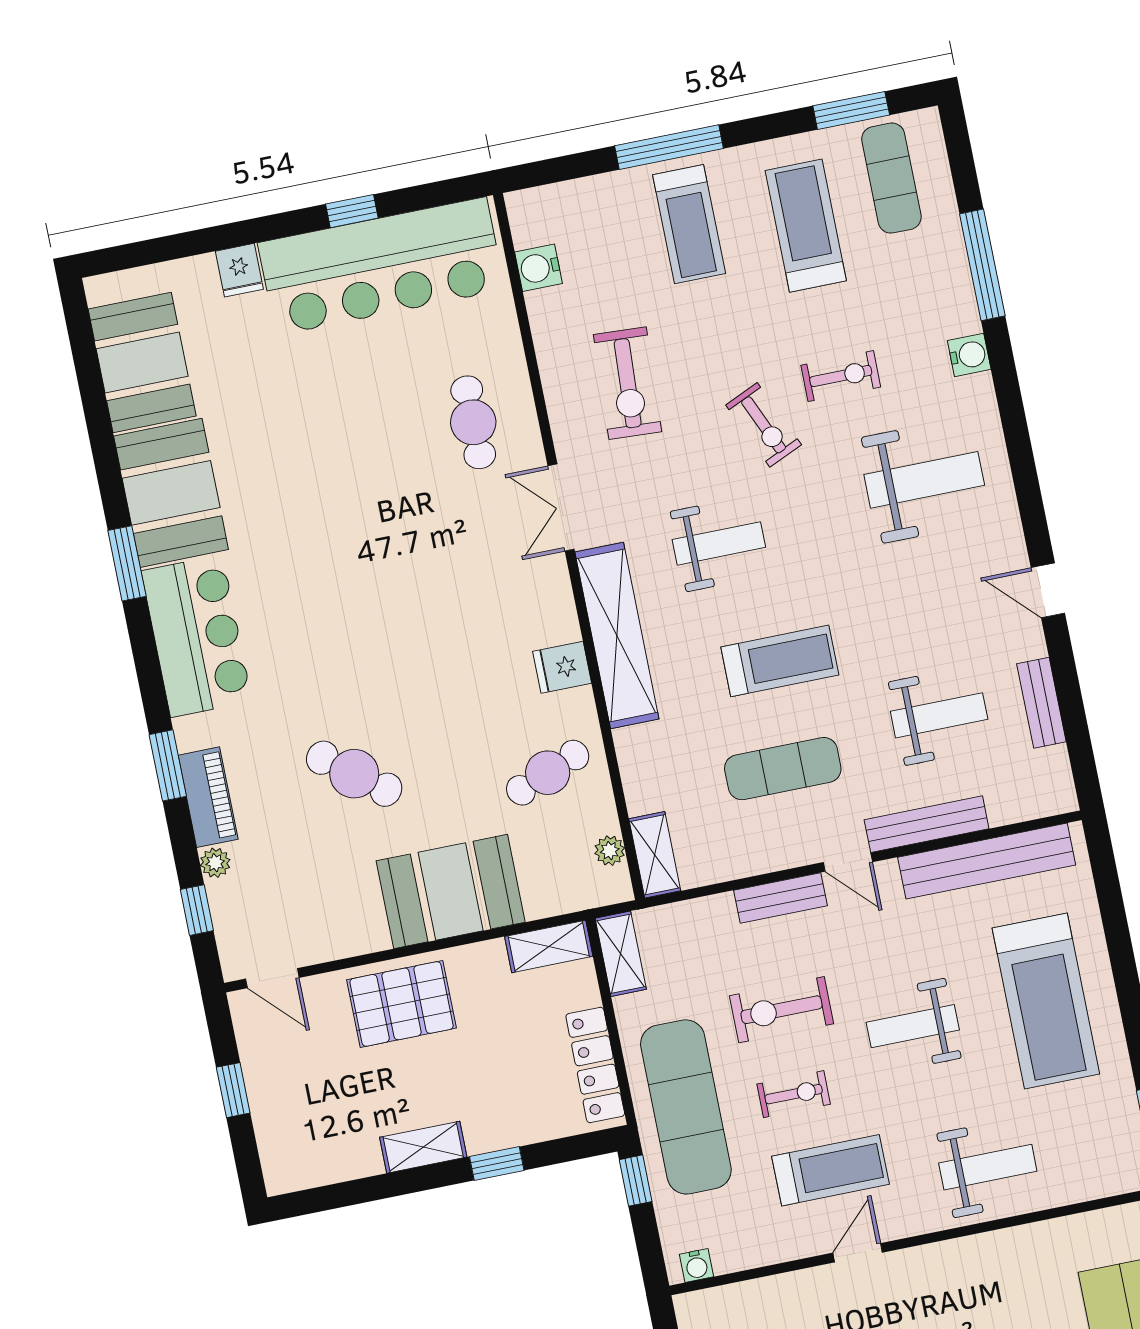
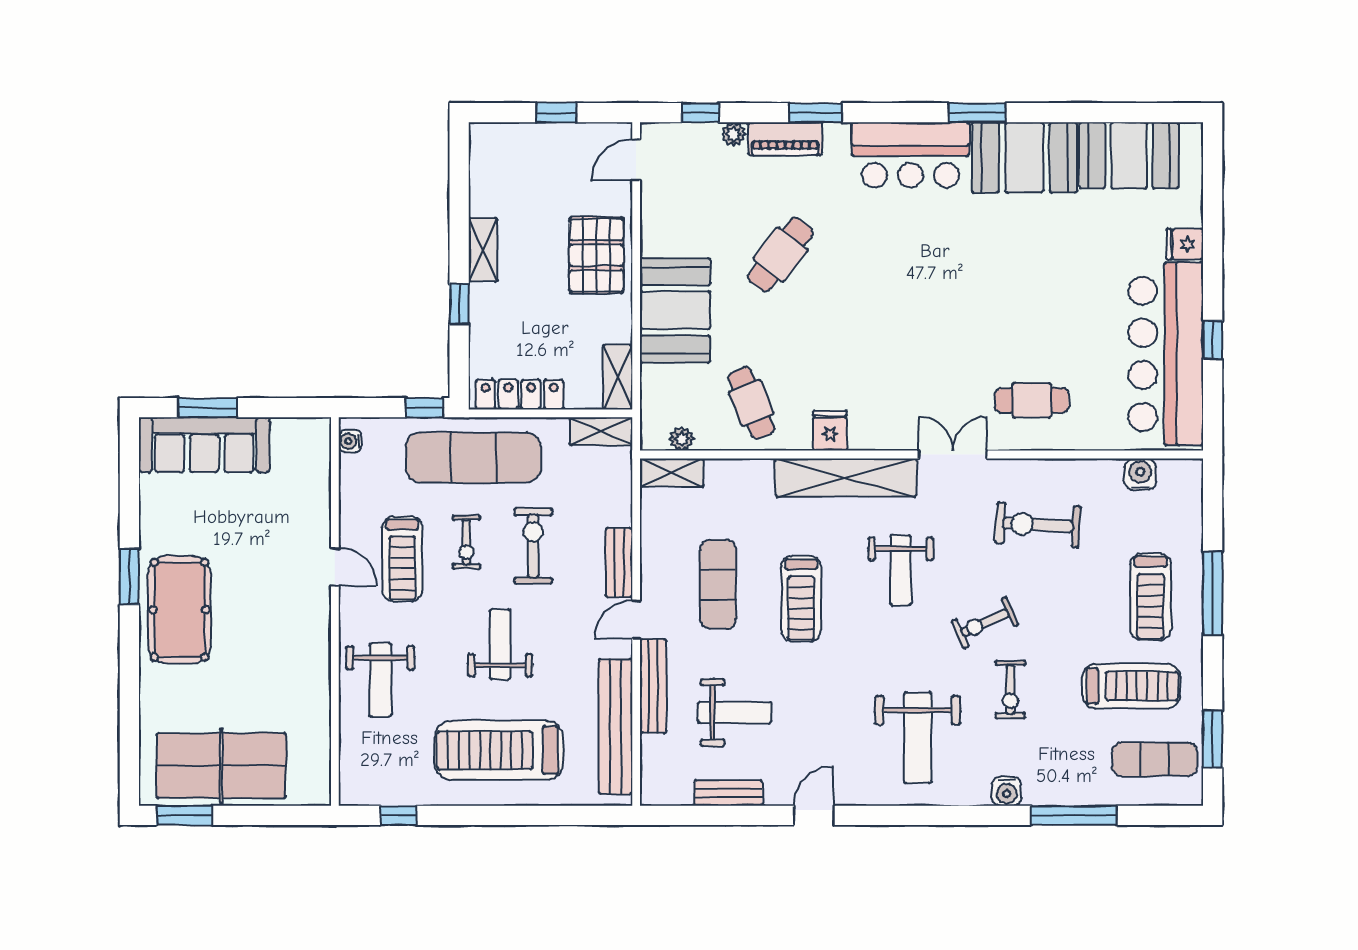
treadmill: (689, 224) -> (1151, 597), turned -90
weight bench: (939, 715) -> (735, 713), turned -90

